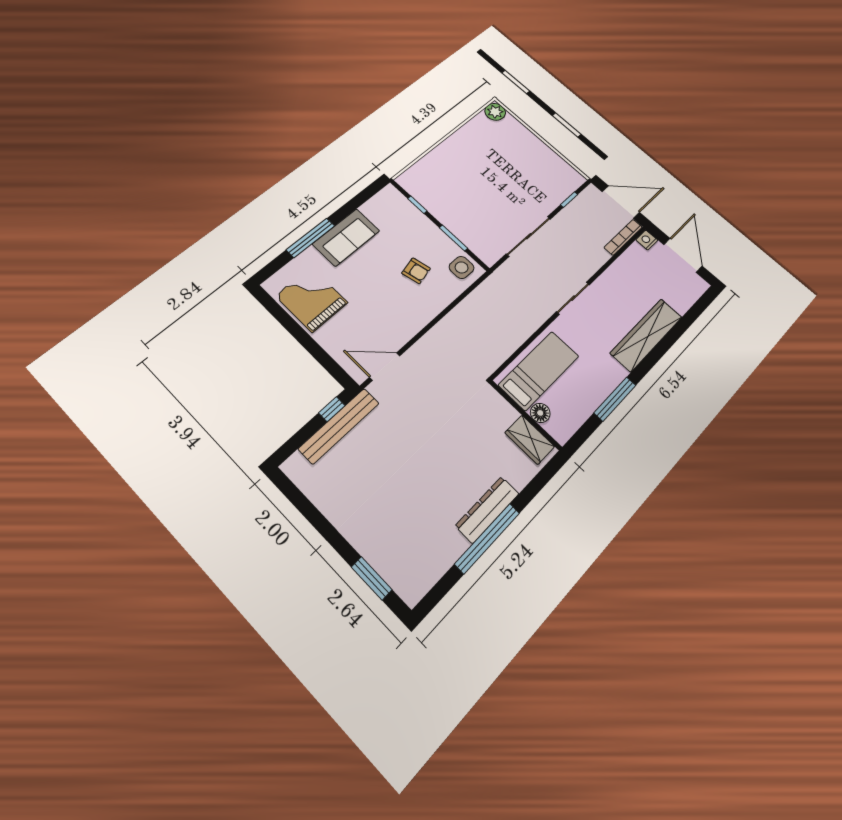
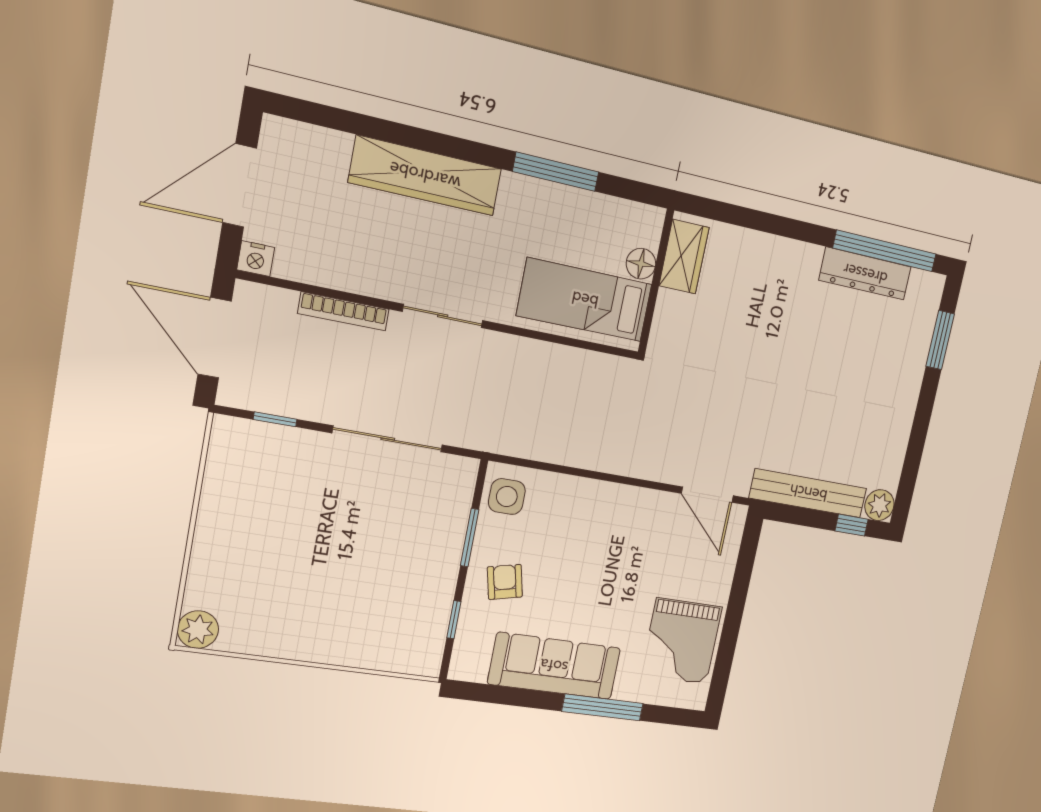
sofa: (346, 237) -> (554, 666), width x1.36
bookcase: (623, 237) -> (344, 311), moved
armchair: (416, 271) -> (505, 582), moved
window: (332, 409) -> (852, 525), moved
plant: (295, 467) -> (879, 505), added
dresser: (487, 510) -> (865, 274), moved
window: (487, 538) -> (885, 251), moved

